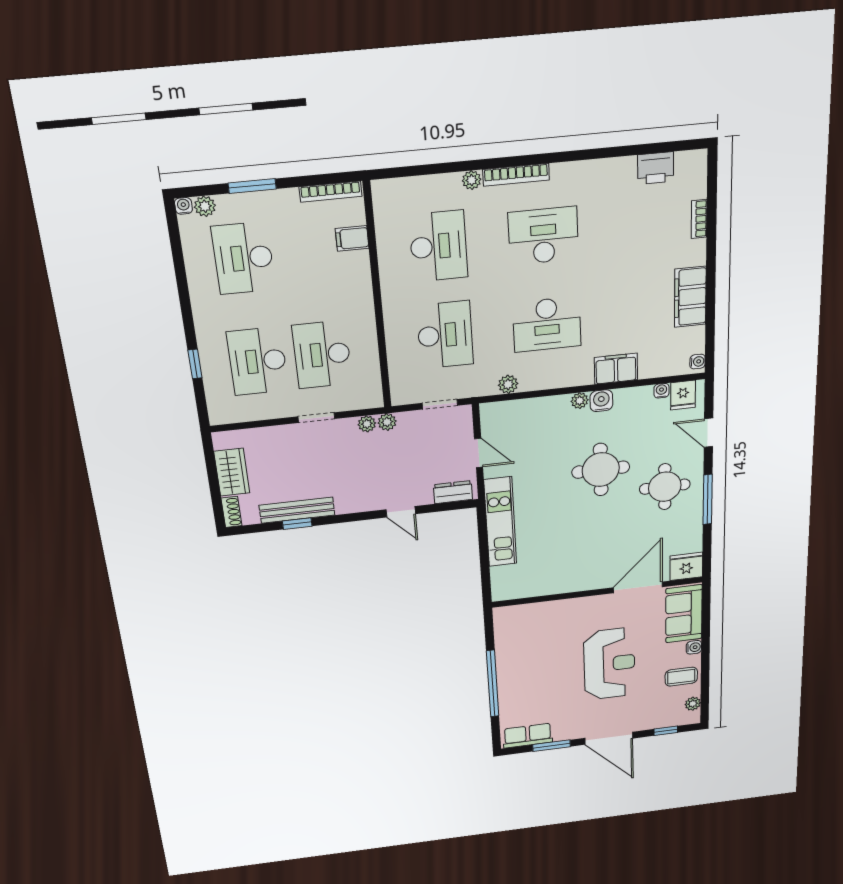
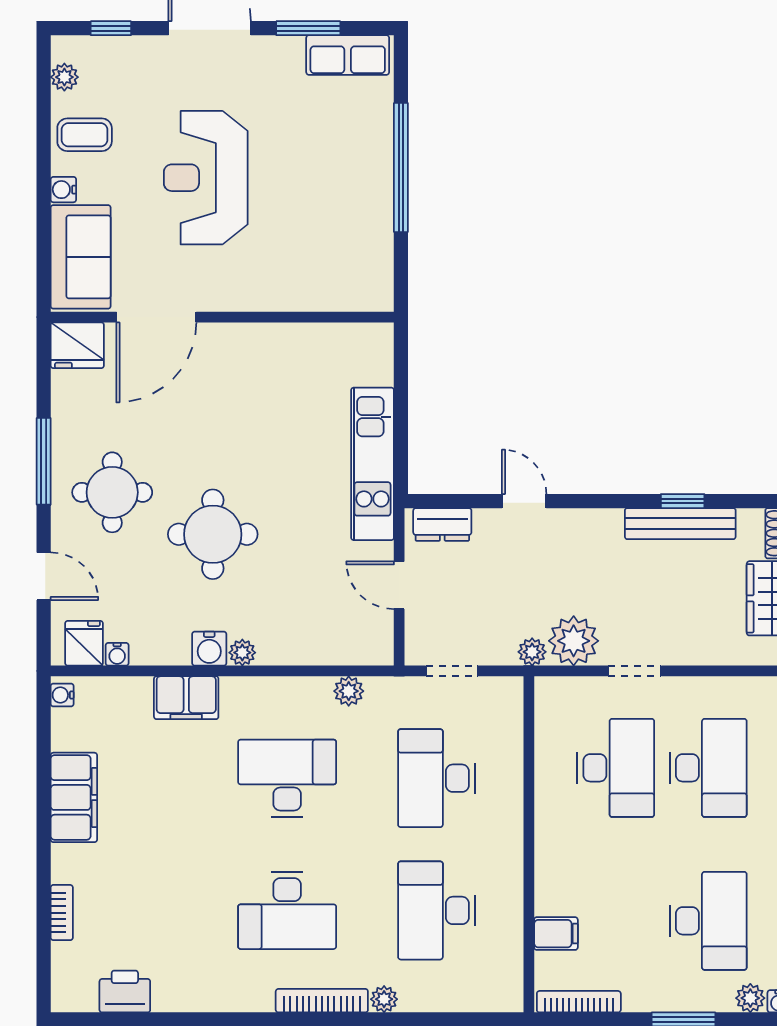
plant: (367, 424) -> (574, 641), width x1.88, depth x1.88

